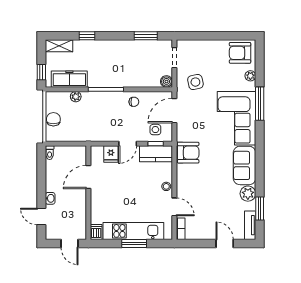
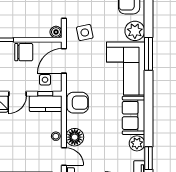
plant: (250, 76) -> (135, 31), width x1.87, depth x1.87
chair: (134, 102) -> (24, 52), width x1.87, depth x1.87
floor lamp: (185, 187) -> (75, 137), added

